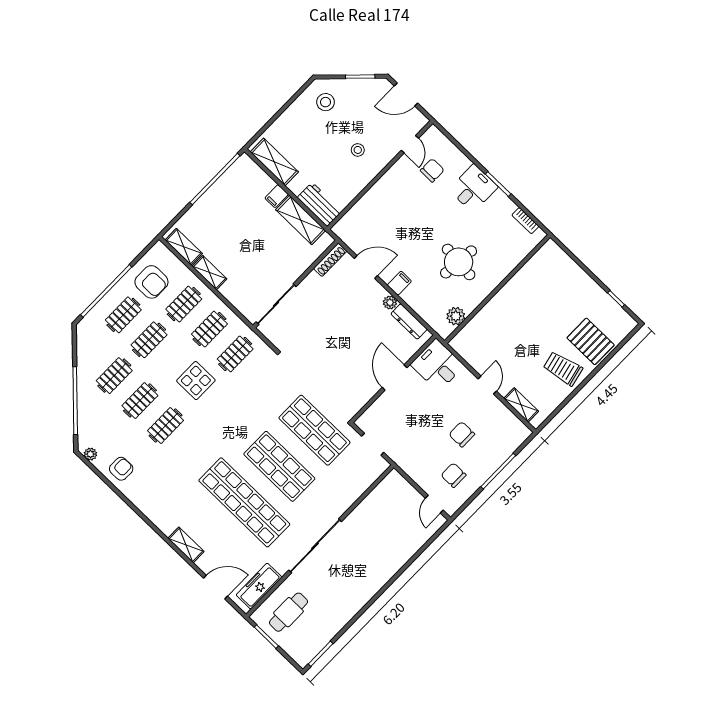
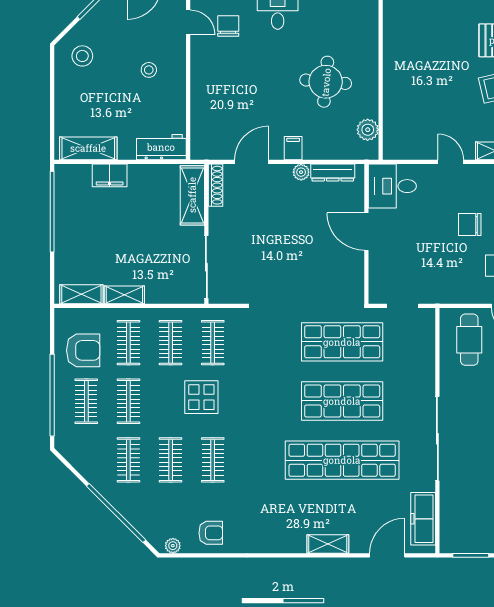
filing cabinet: (277, 196) -> (110, 175), width x2.00
shelving: (301, 220) -> (192, 195), moved, turned 90
armchair: (121, 469) -> (211, 533), turned 90
cafe table: (288, 612) -> (469, 340), moved

